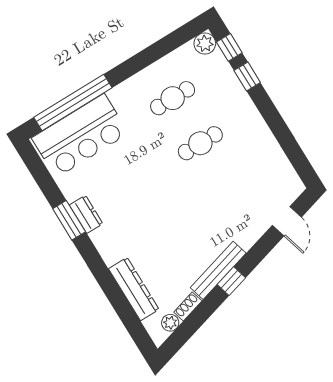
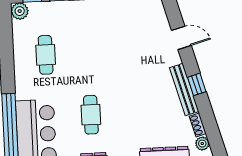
cafe table: (200, 143) -> (91, 115), moved
door: (287, 221) -> (181, 38), moved

